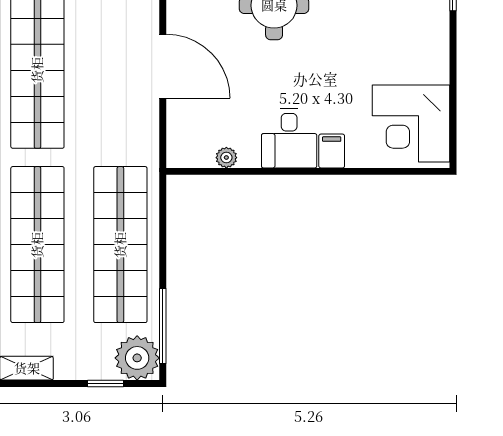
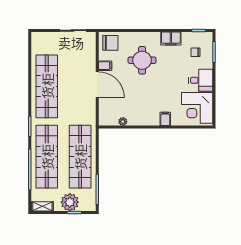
filing cabinet: (182, 19) -> (105, 66), added
desk: (289, 138) -> (201, 80), moved, turned -90
plant: (137, 358) -> (70, 202), moved

